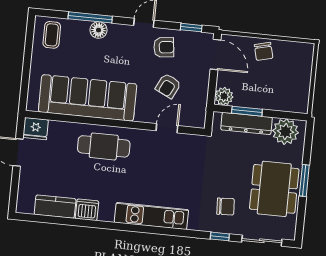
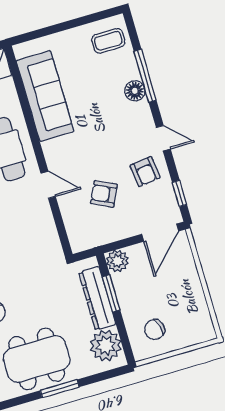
chair: (264, 51) -> (155, 330), moved
sofa: (88, 98) -> (45, 96), width x0.74, depth x0.79
door: (167, 128) -> (48, 185), moved

